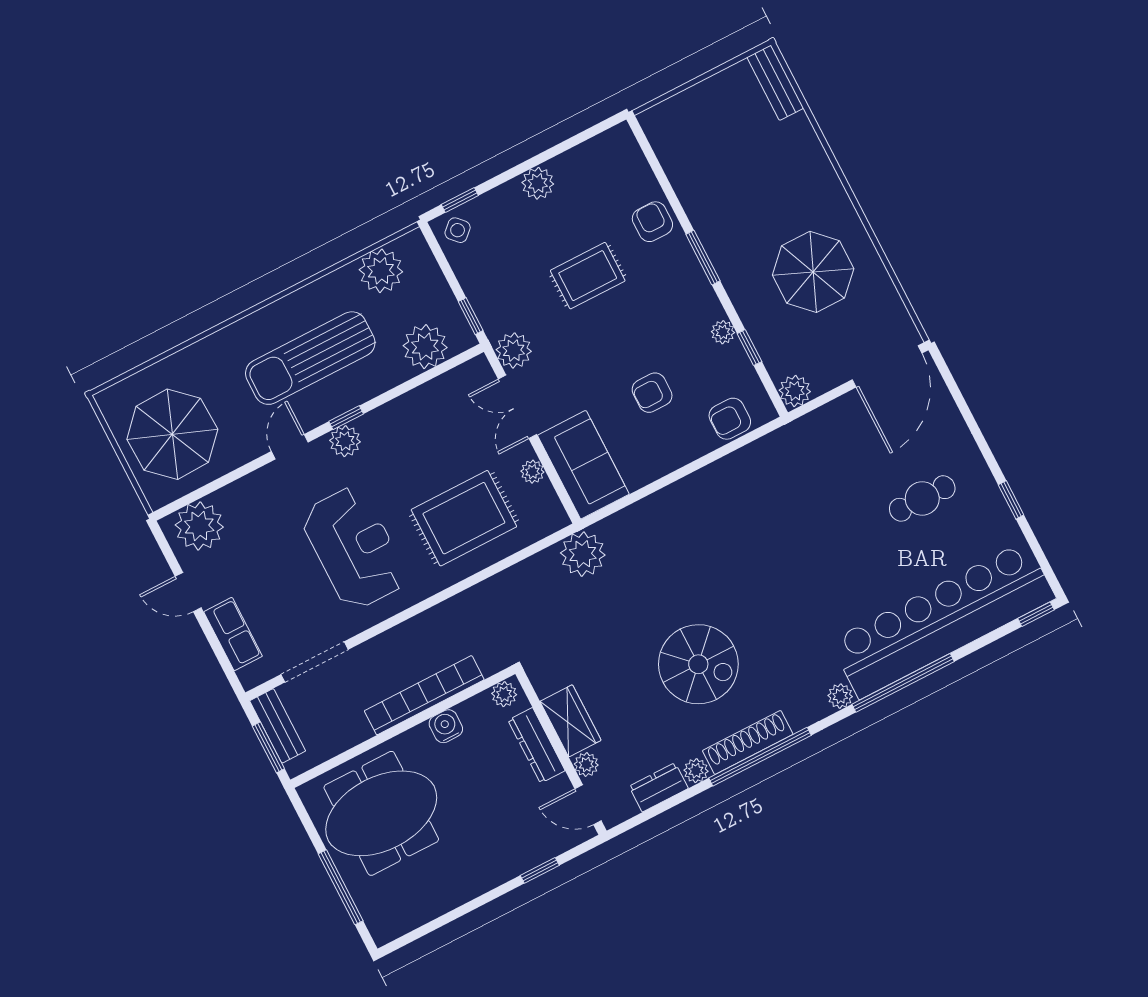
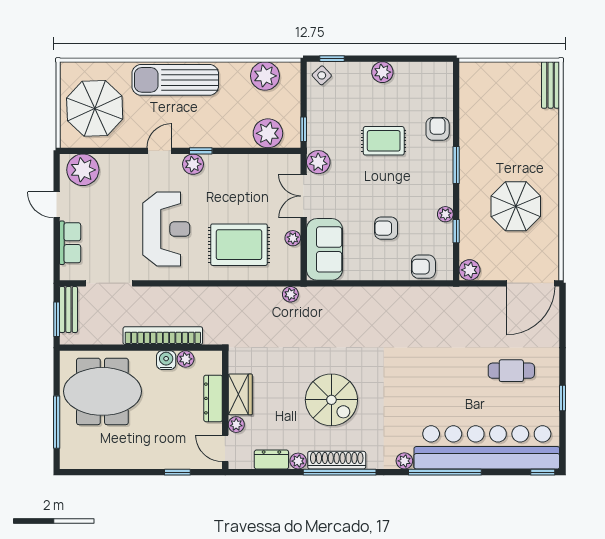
sun lounger: (310, 358) -> (175, 80), moved
plant: (583, 554) -> (290, 294), width x0.53, depth x0.53
plant: (504, 694) -> (186, 359), moved

